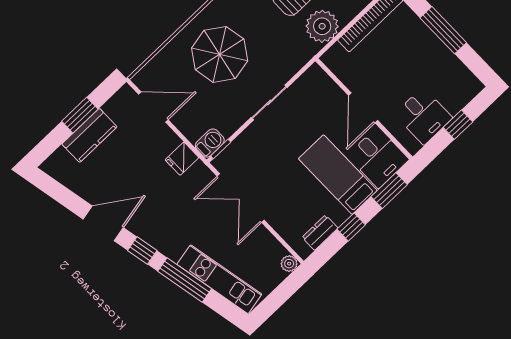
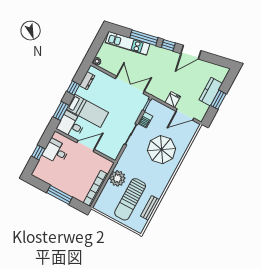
door: (363, 108) -> (86, 146), hinge flipped
barbecue: (210, 143) -> (145, 120), moved
fridge: (182, 159) -> (173, 100), moved

